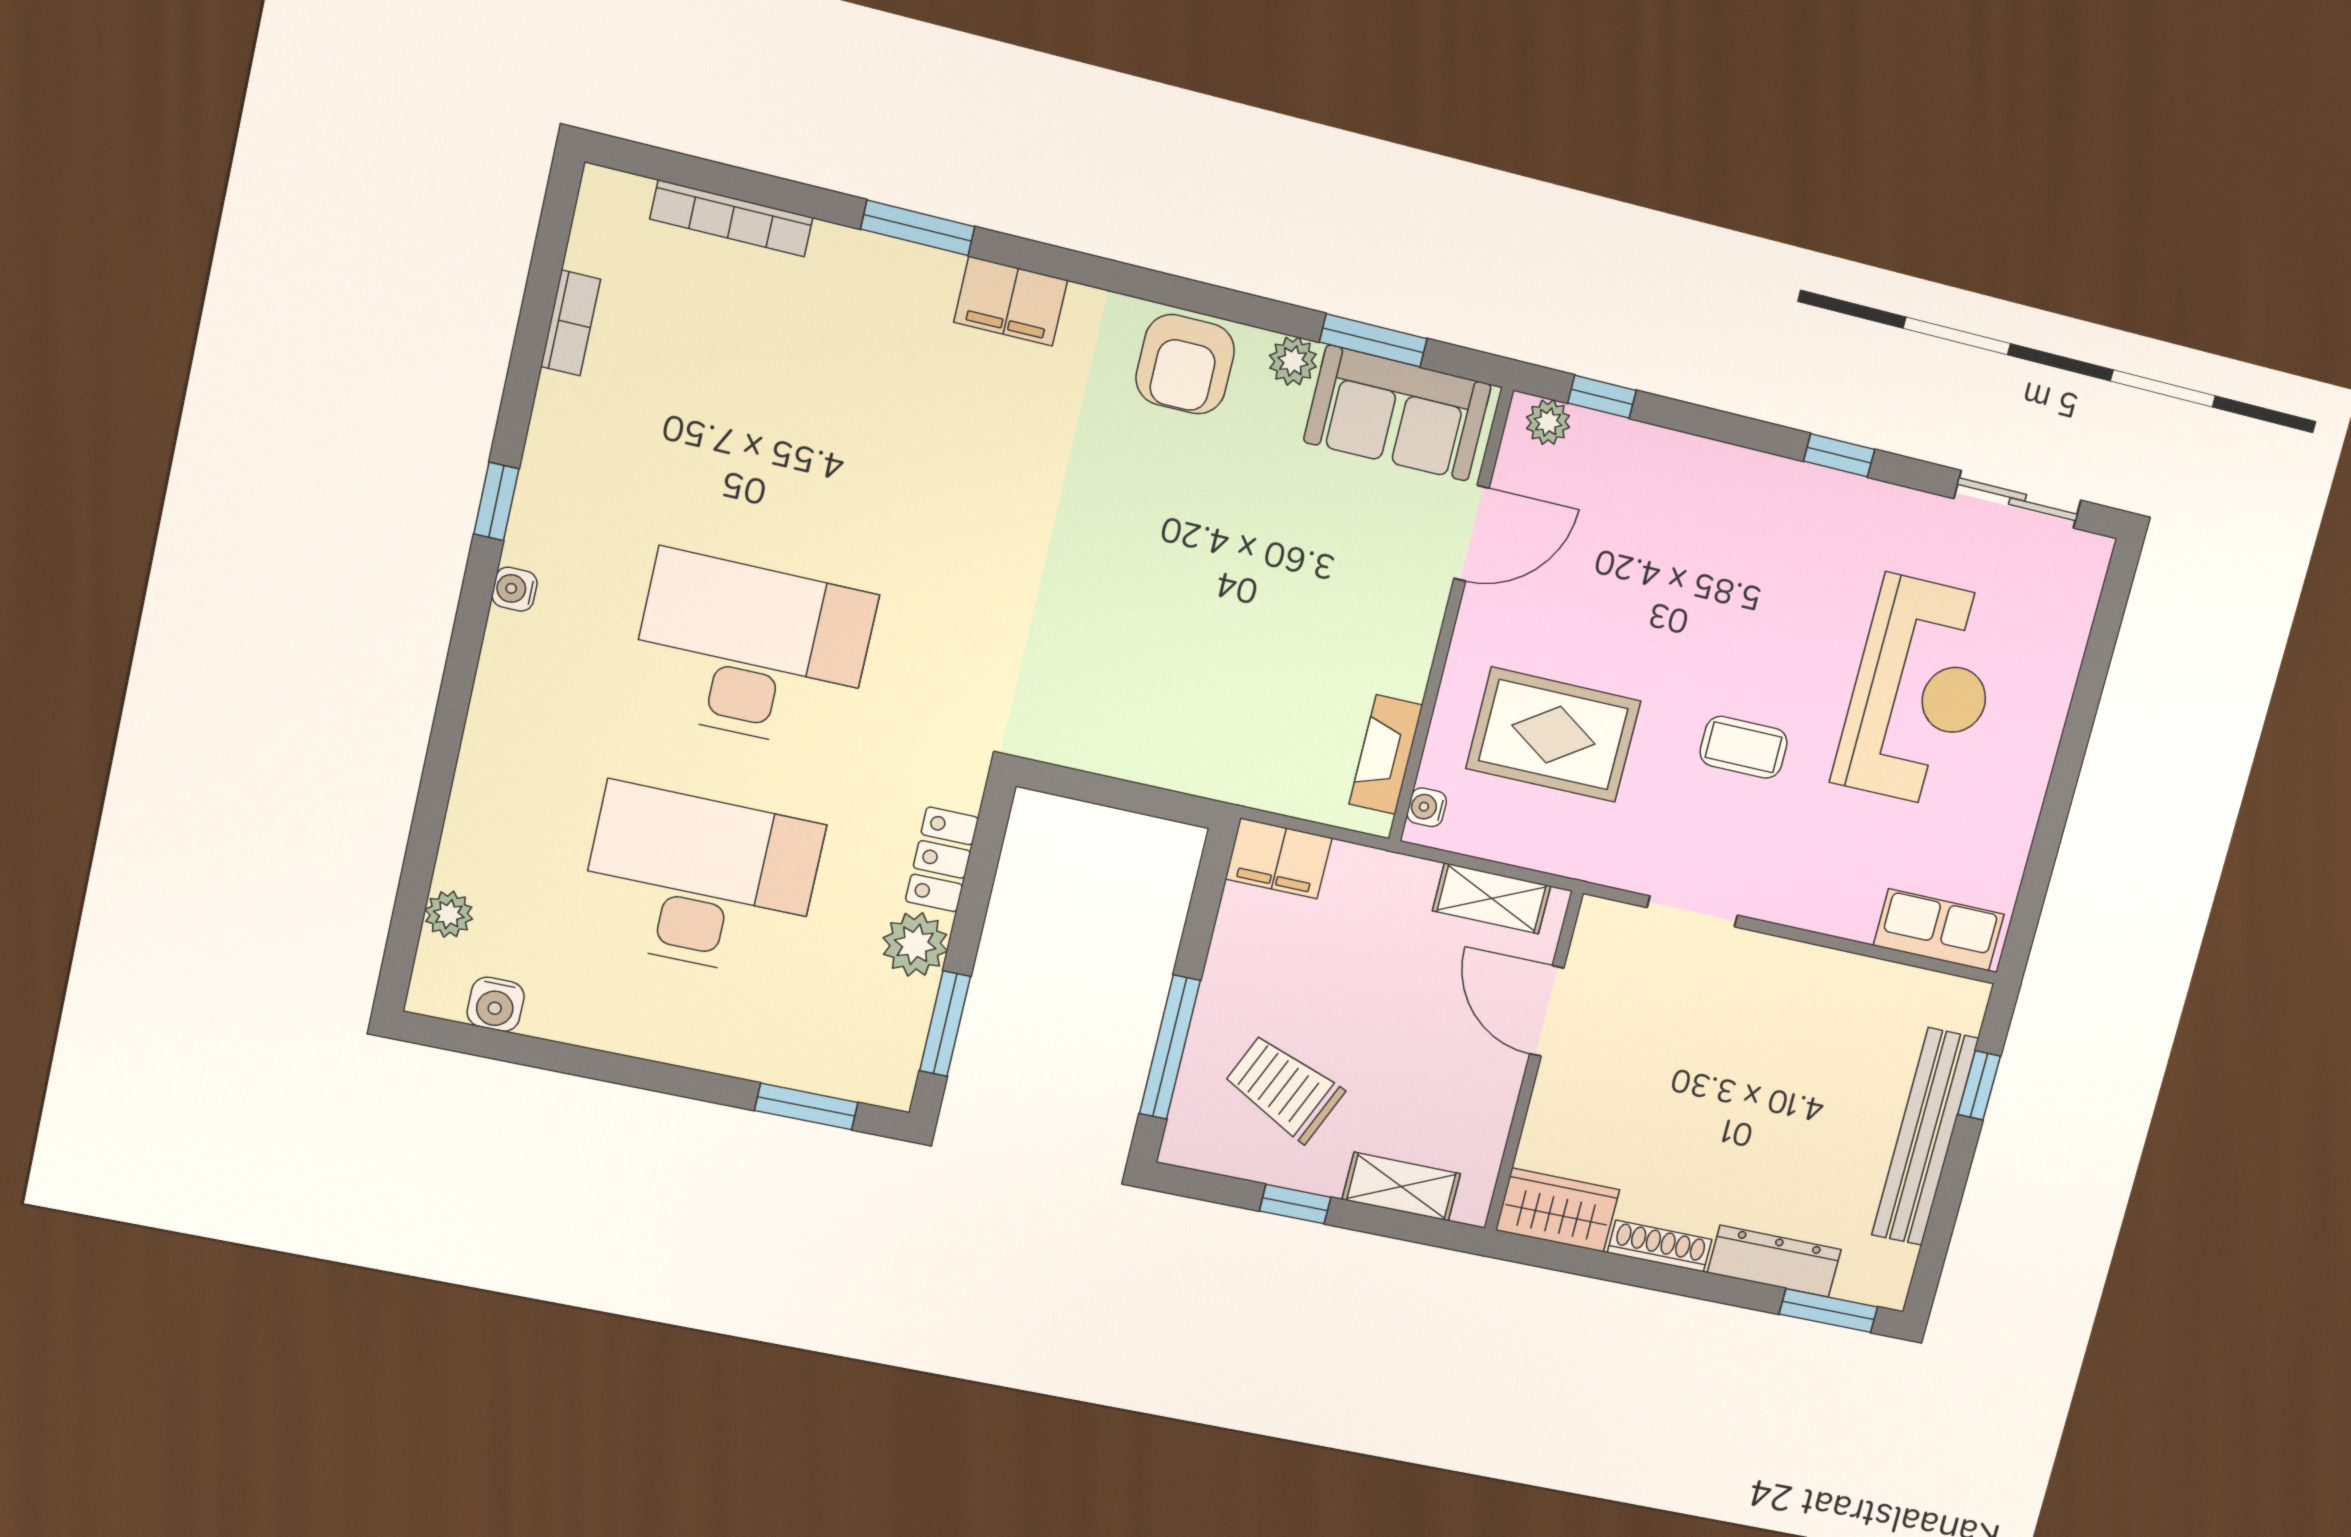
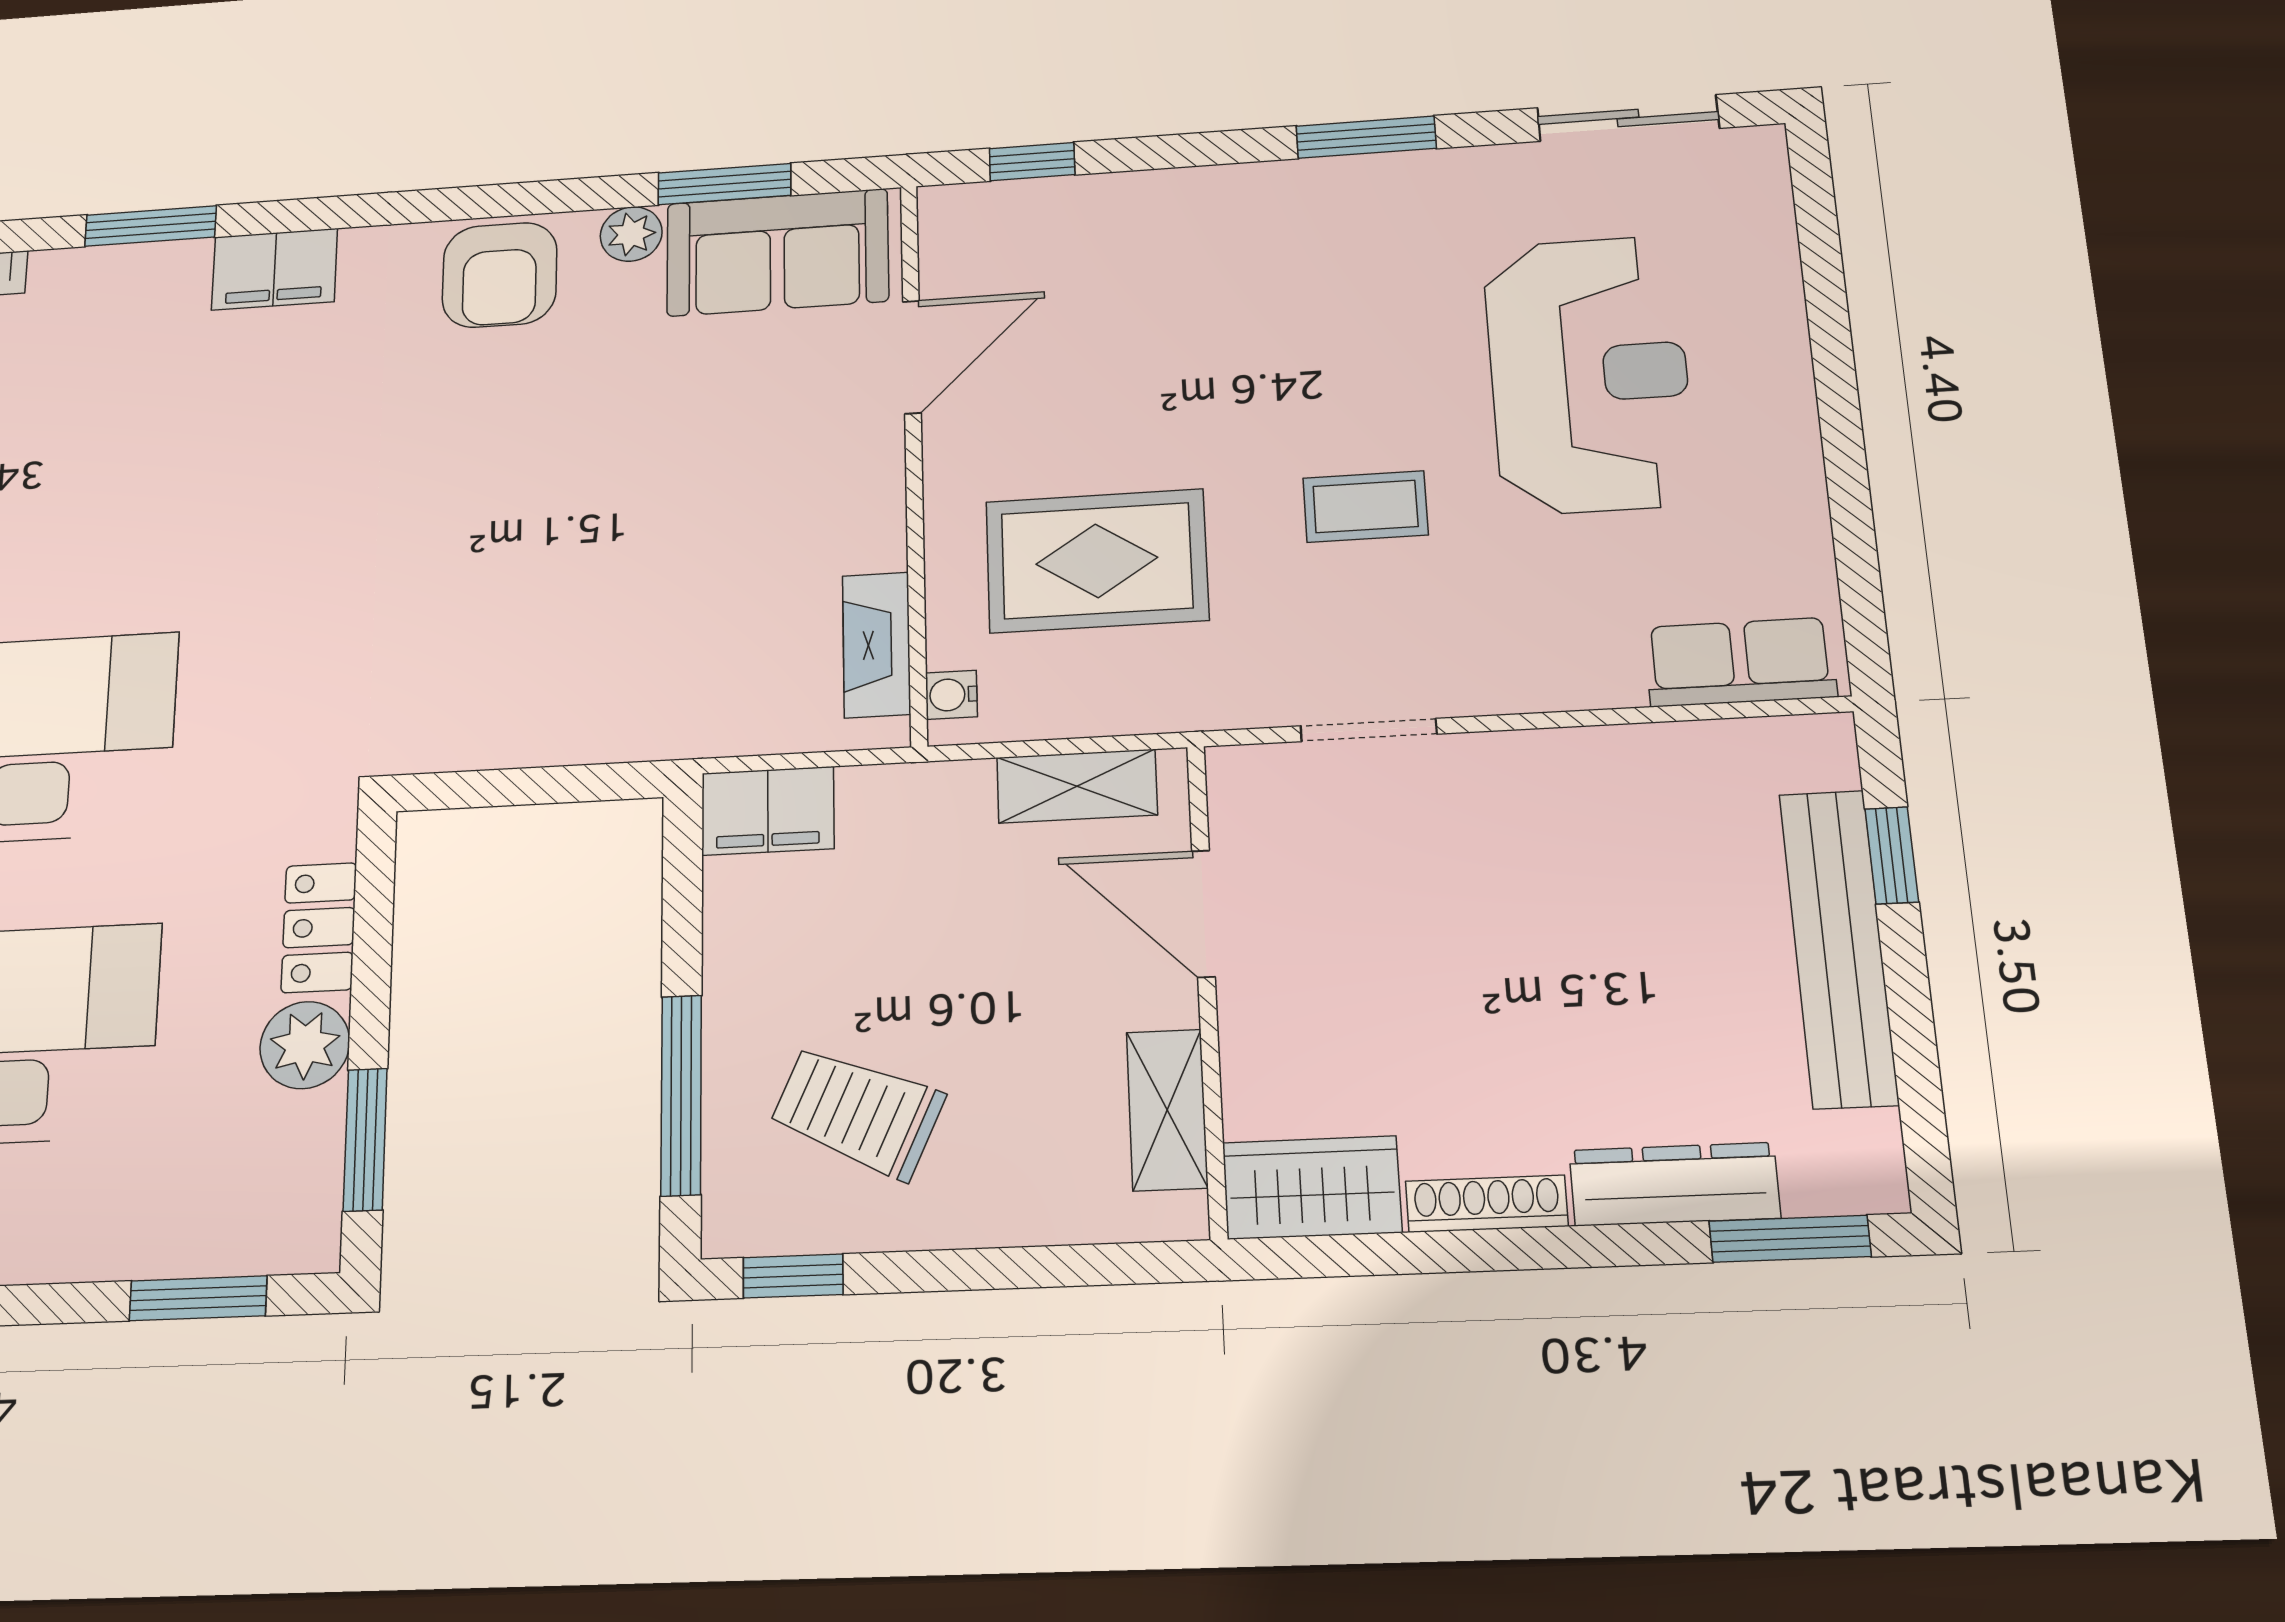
plant: (1548, 422) -> (972, 208), removed
window: (1839, 455) -> (1366, 137), width x1.50
shelving: (1401, 1187) -> (1167, 1110), moved, turned 90
window: (1295, 1204) -> (793, 1276), moved

